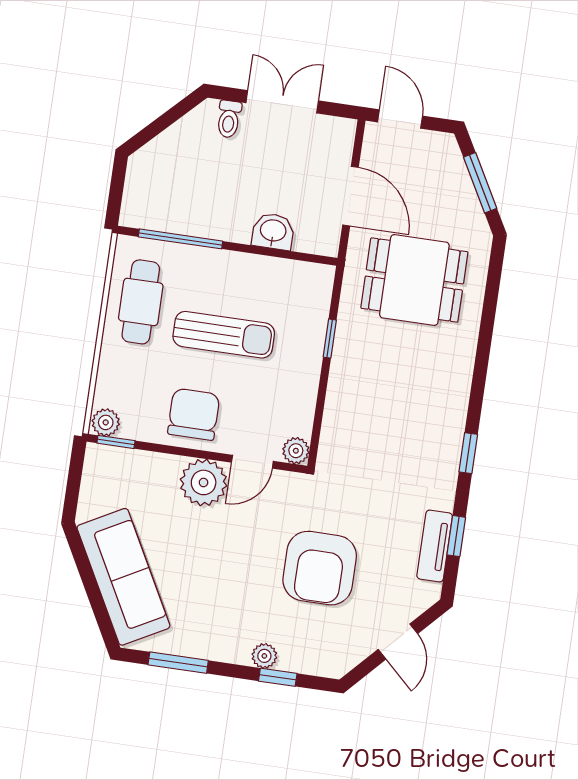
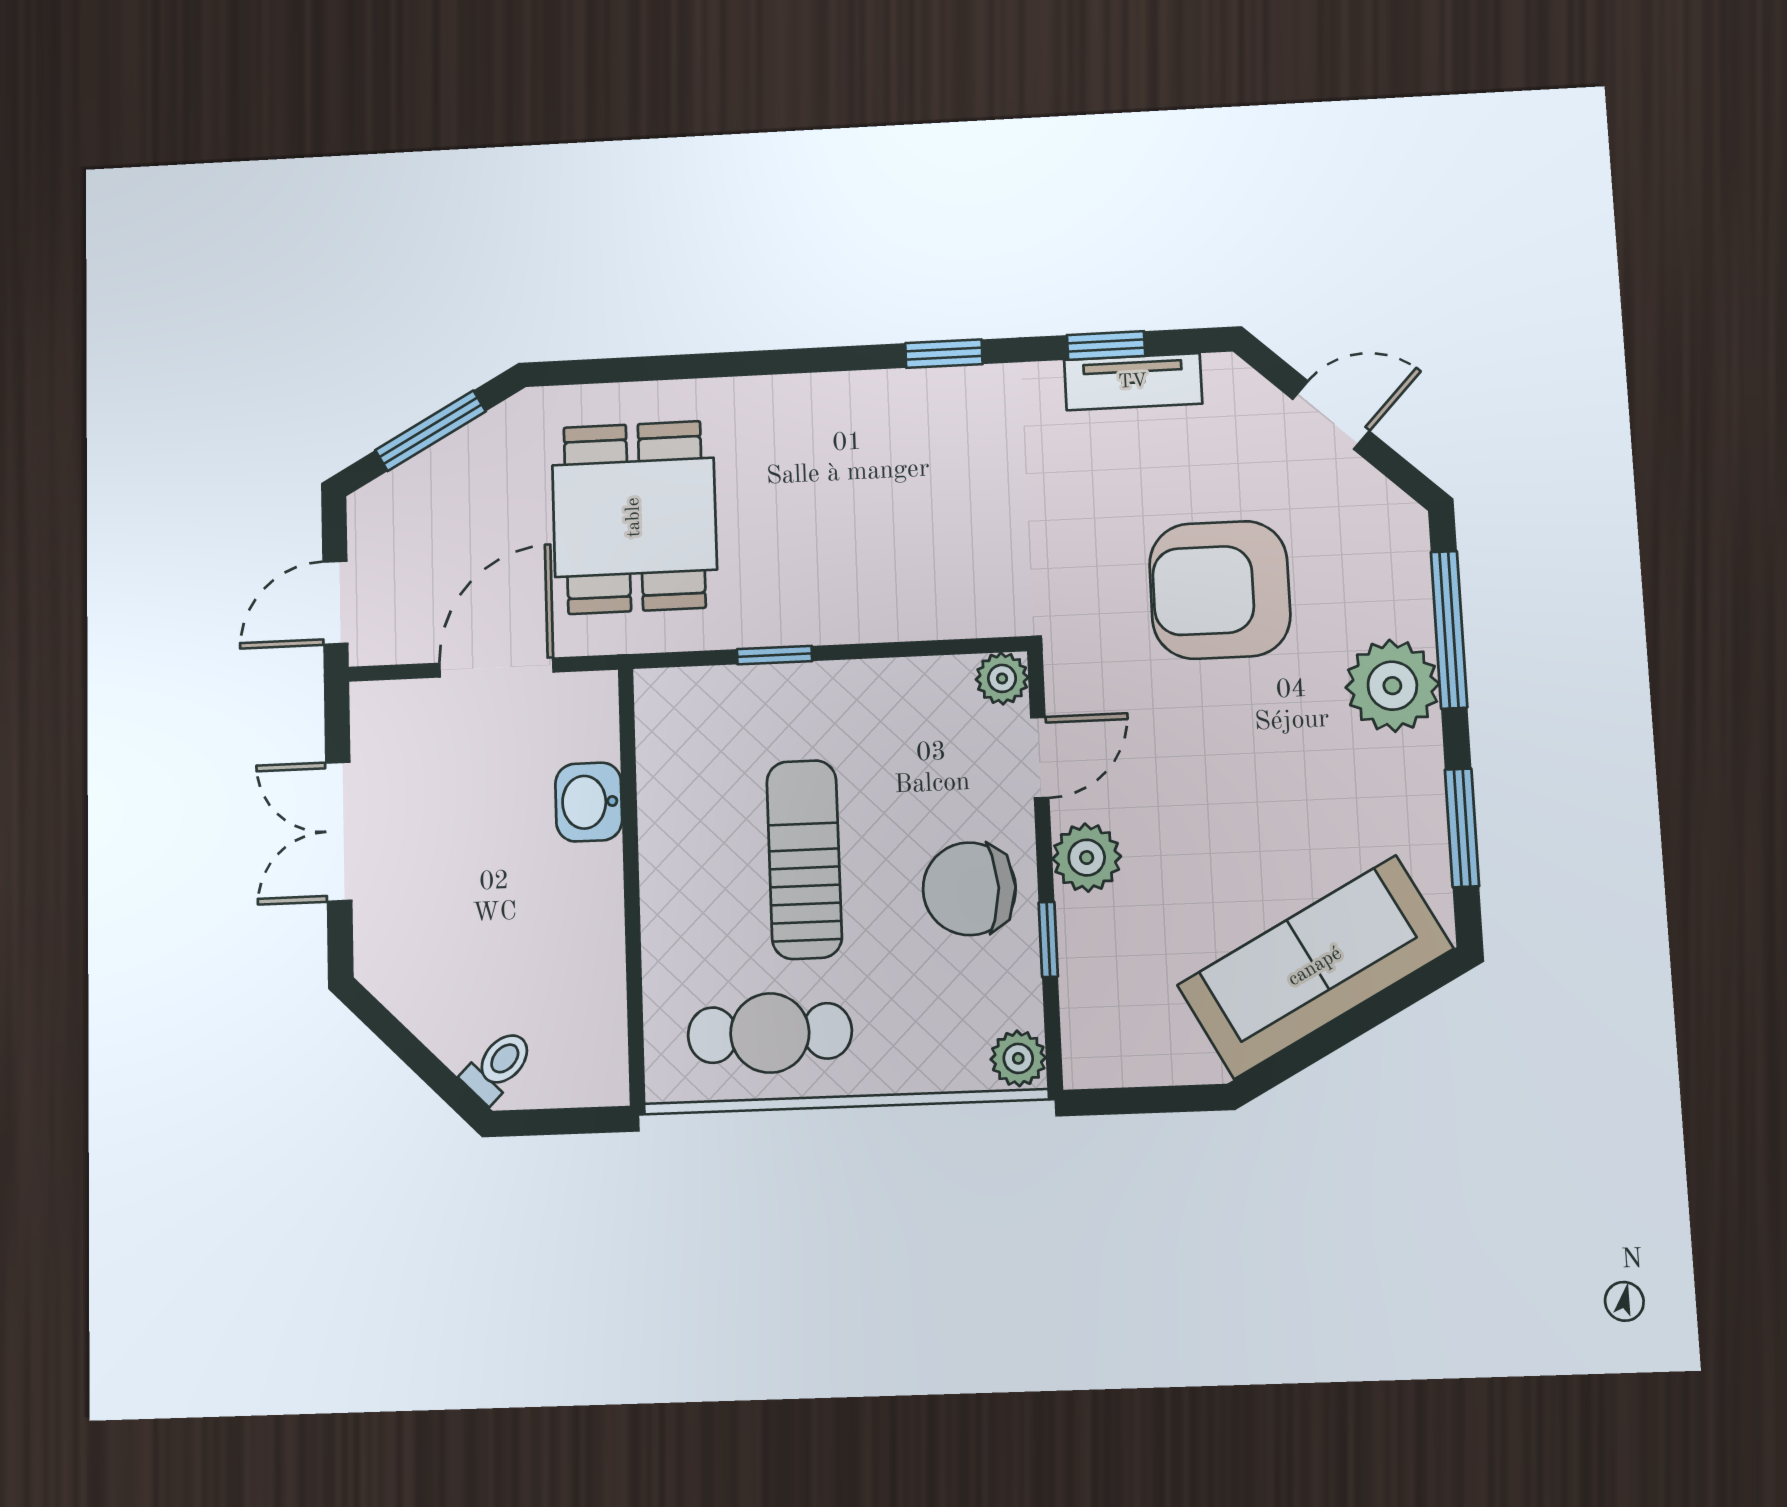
toilet: (229, 119) -> (498, 1066), moved, turned -45
window: (180, 239) -> (634, 978), removed
window: (116, 442) -> (1048, 939), moved
door: (252, 462) -> (1040, 758), hinge flipped
plant: (204, 482) -> (1087, 858), width x0.73, depth x0.73
armchair: (320, 568) -> (1220, 590), turned 180
plant: (264, 656) -> (1392, 686), width x1.87, depth x1.87
window: (278, 677) -> (1449, 630), width x2.17

